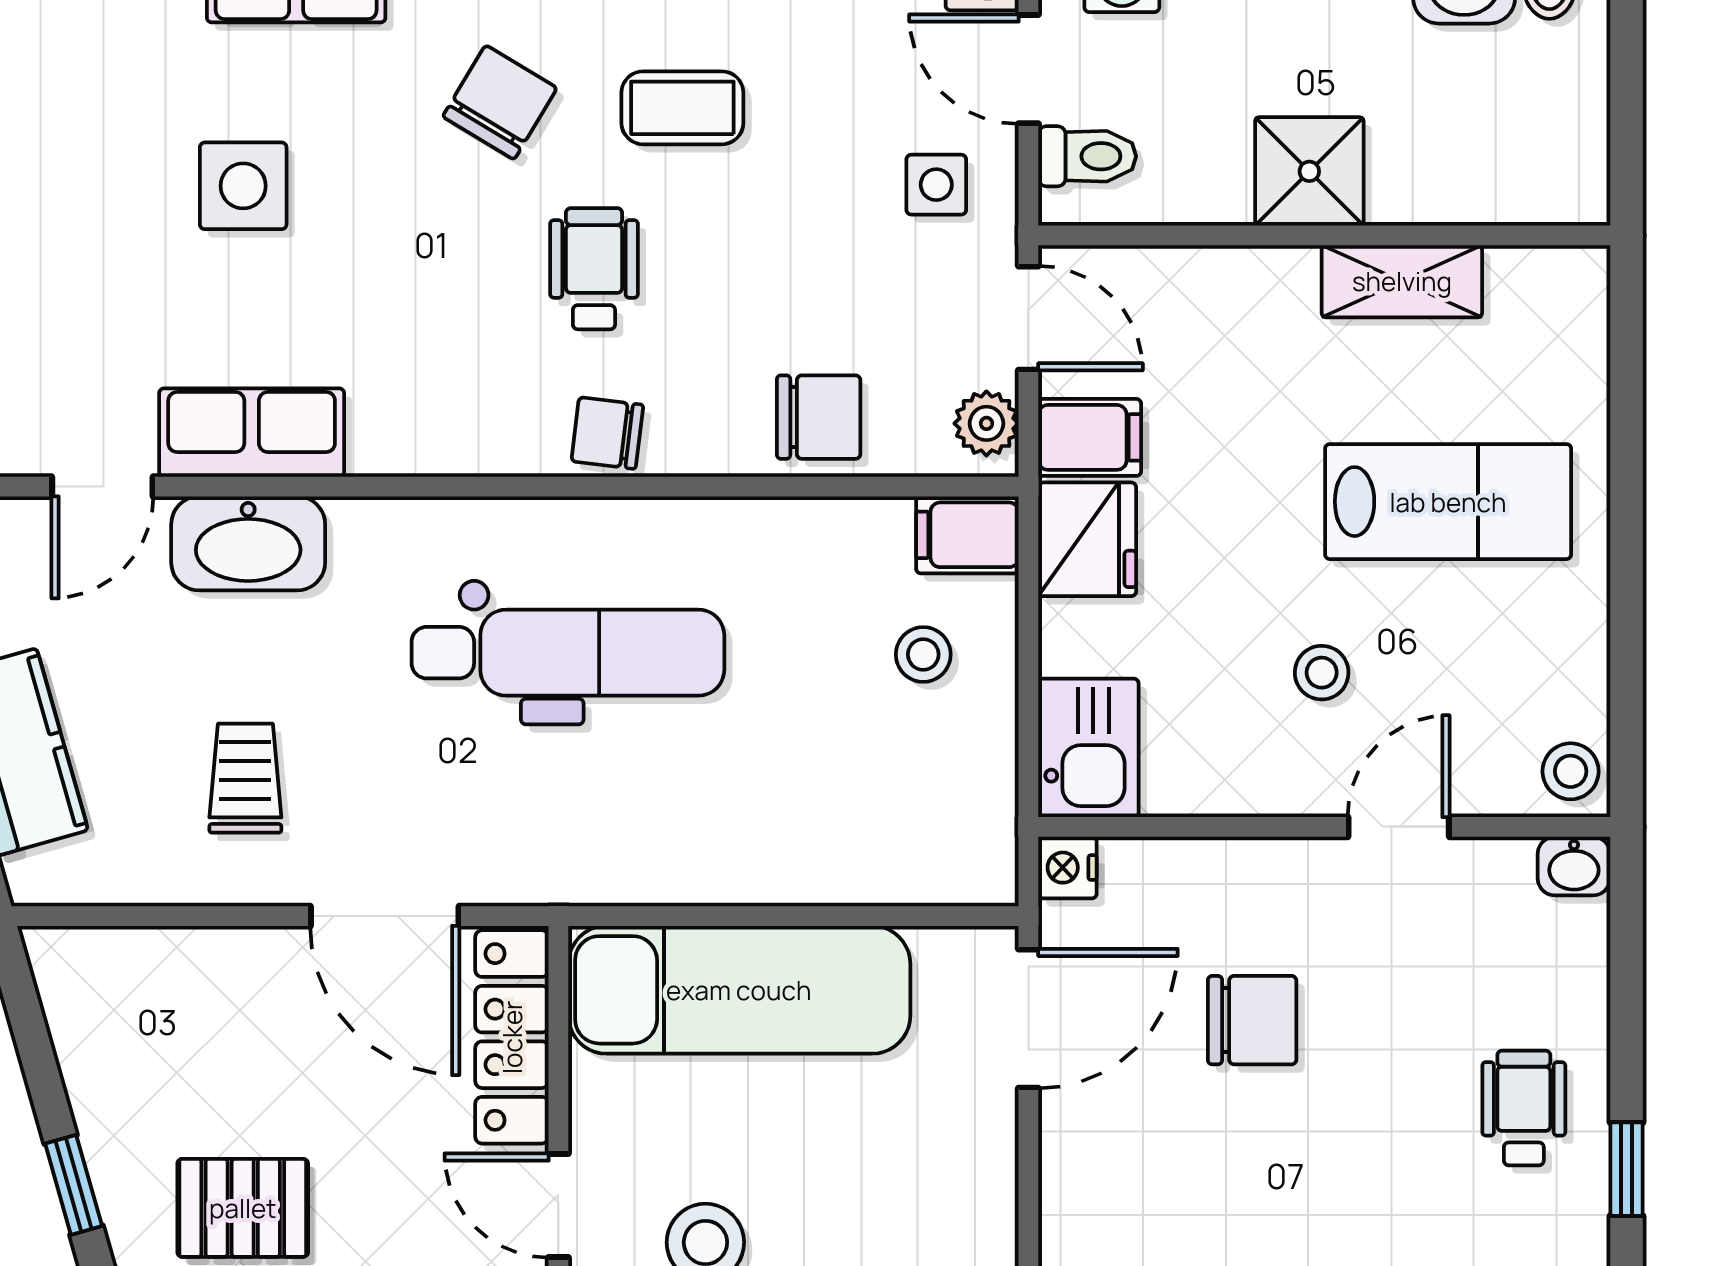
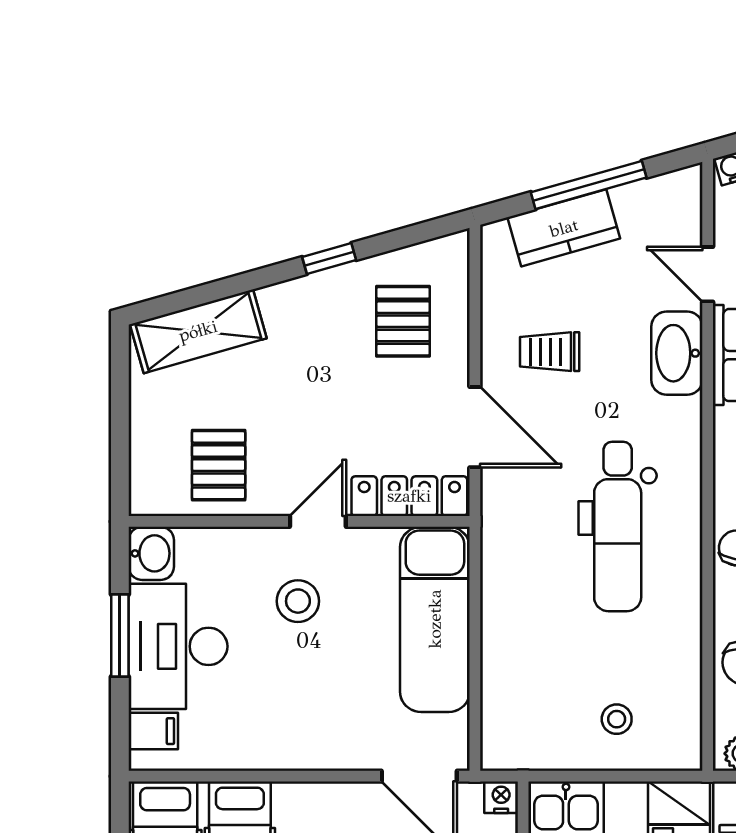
filing cabinet: (967, 535) -> (681, 743), removed
trolley: (245, 778) -> (550, 352), turned 180
door: (385, 916) -> (475, 427), swing flipped
pallet: (243, 1208) -> (403, 321), moved

